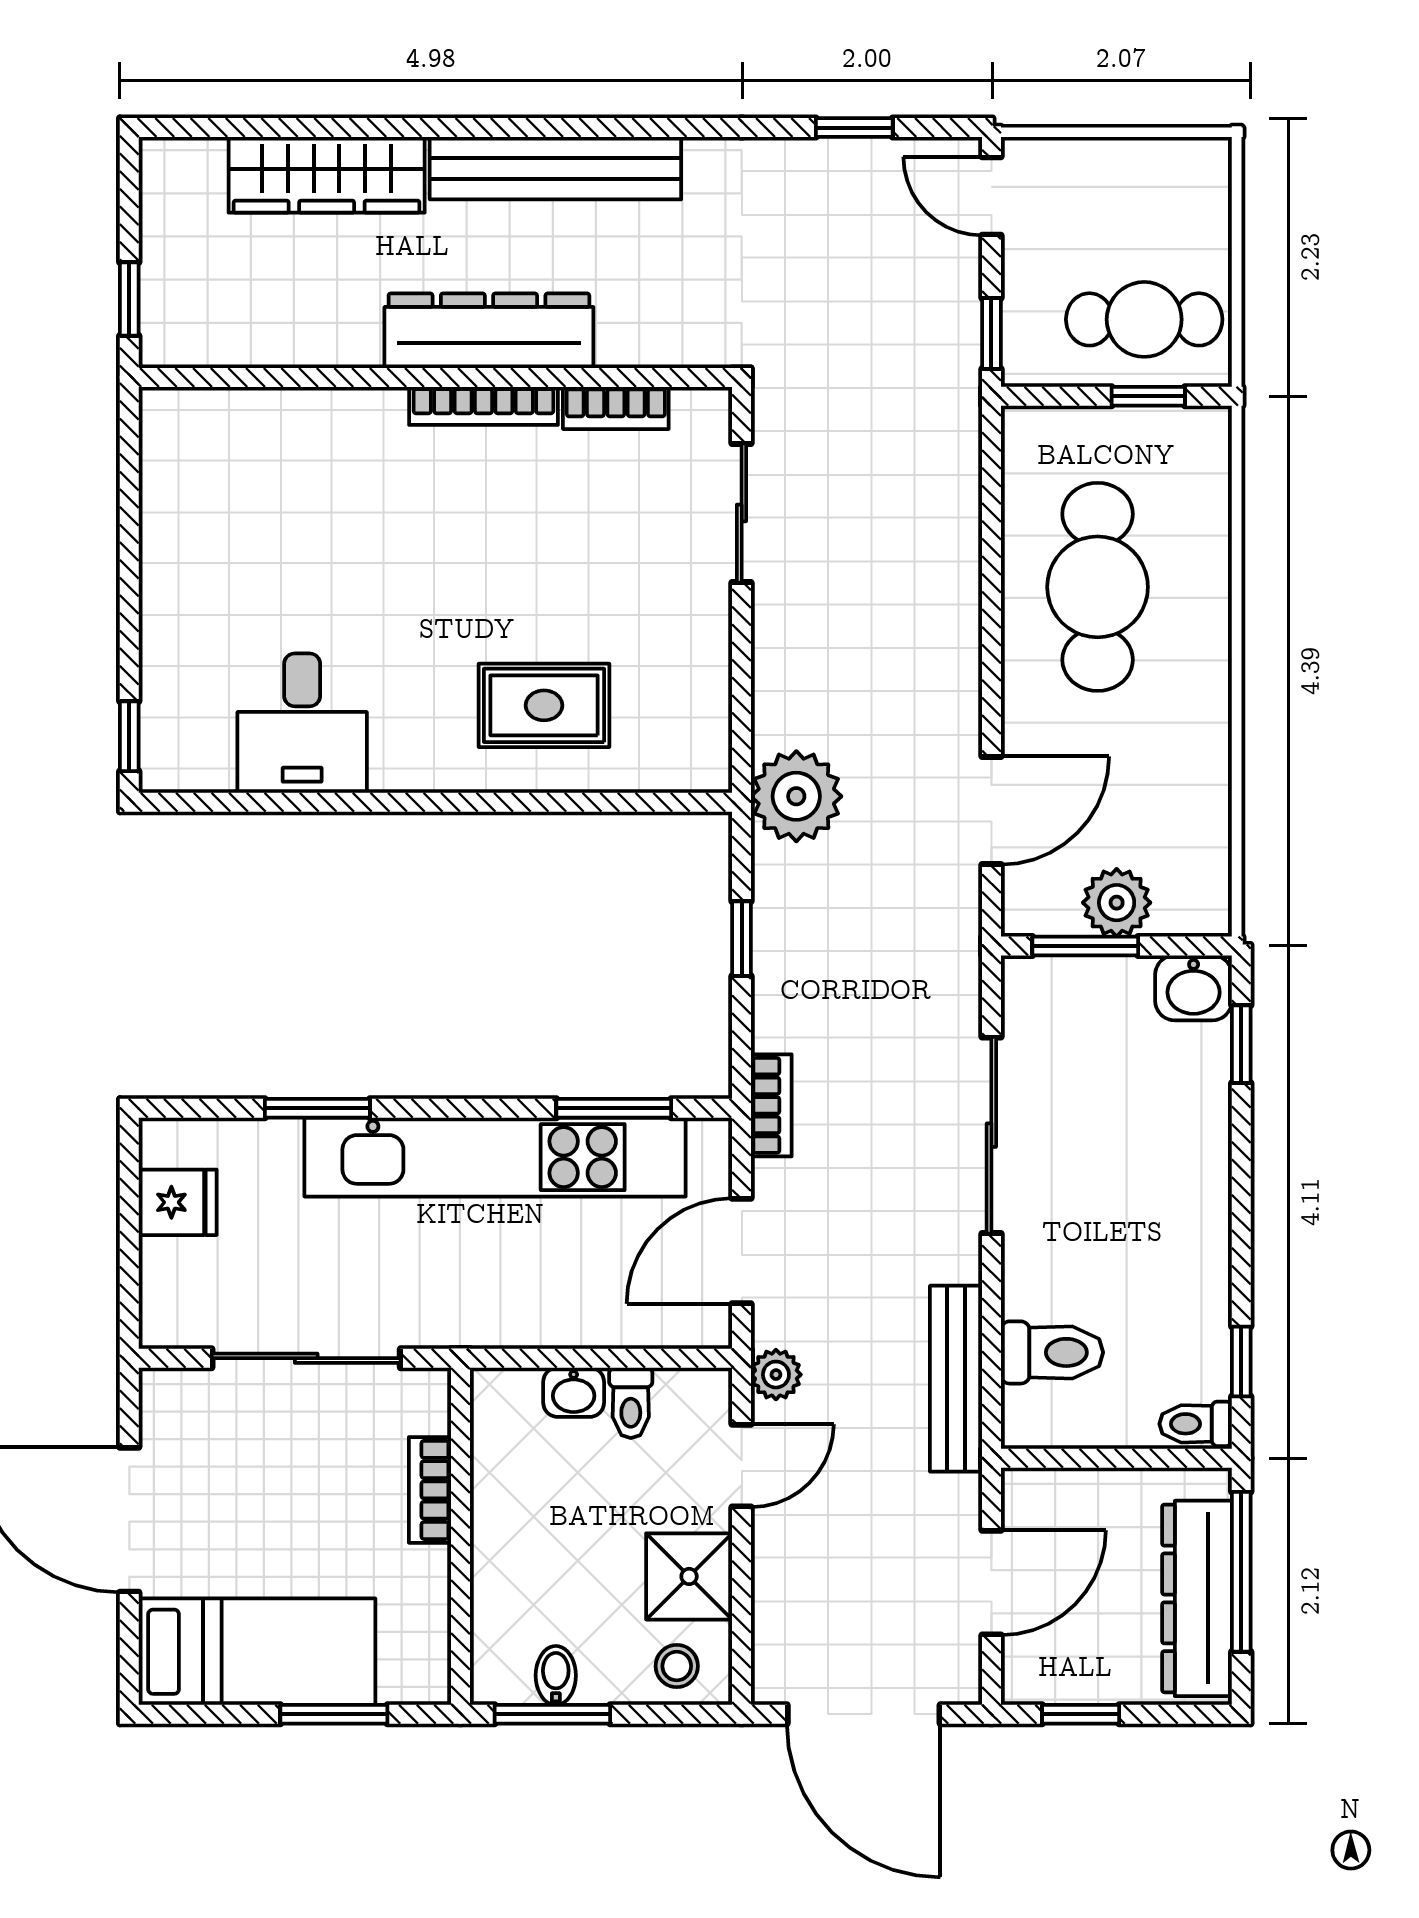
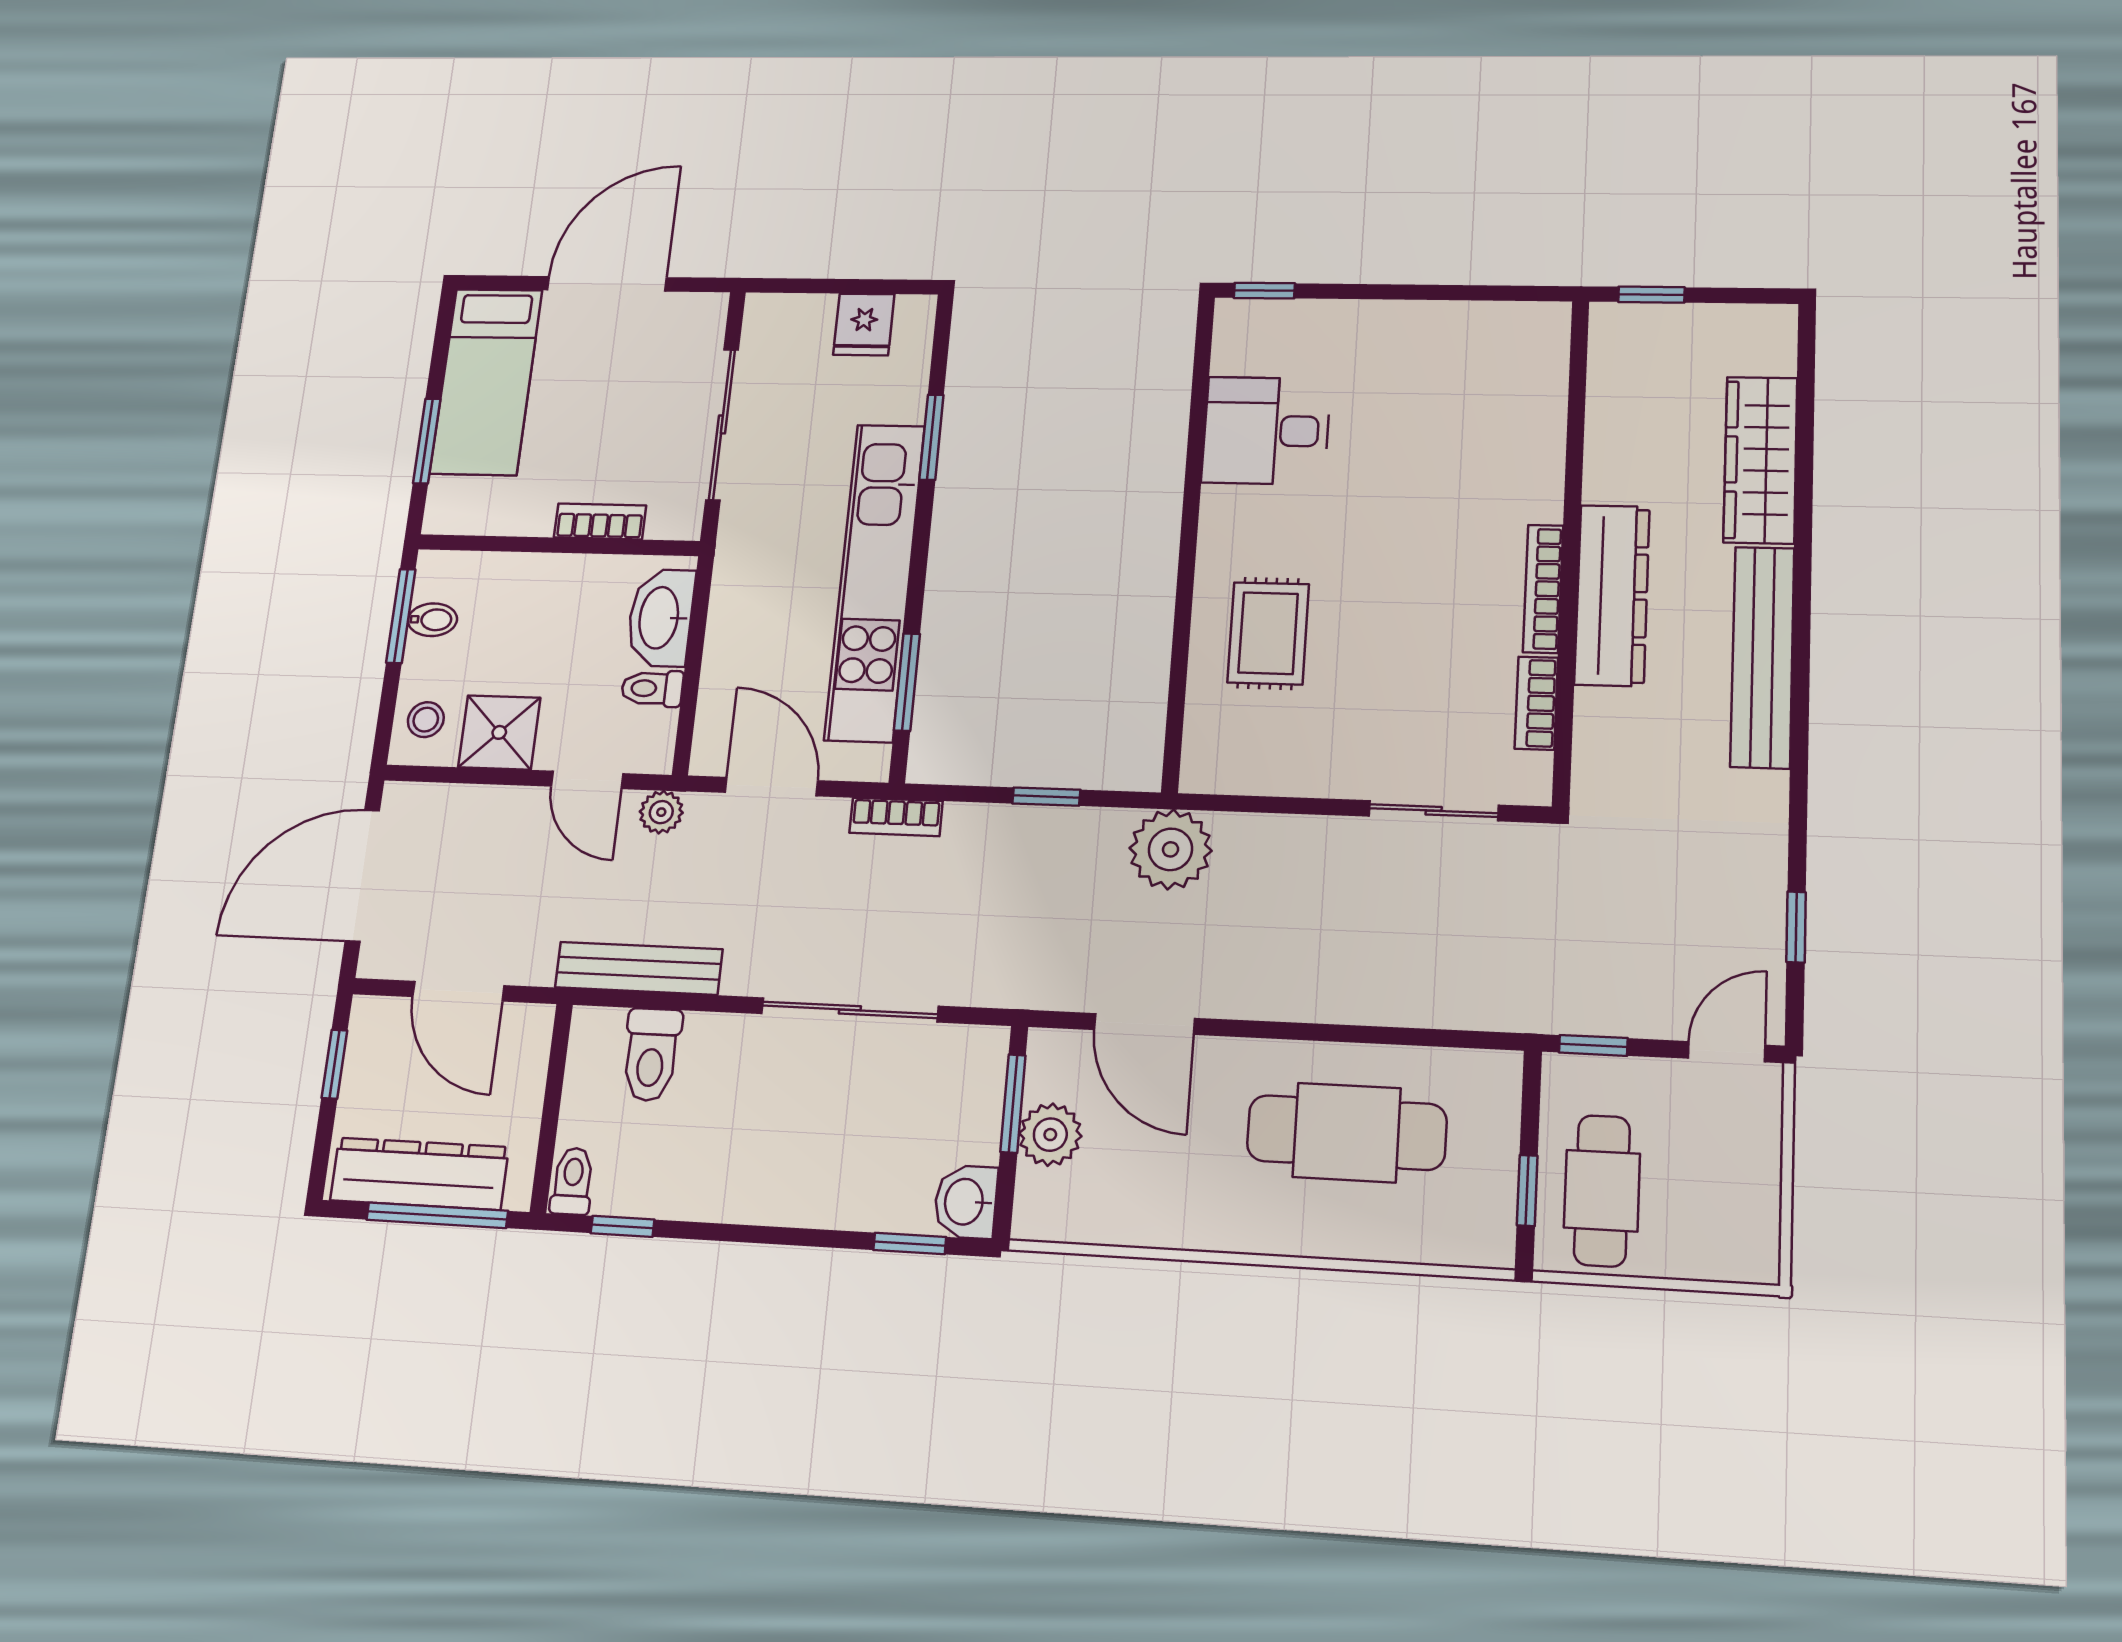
washbasin: (574, 1392) -> (660, 618), width x1.91, depth x1.45

